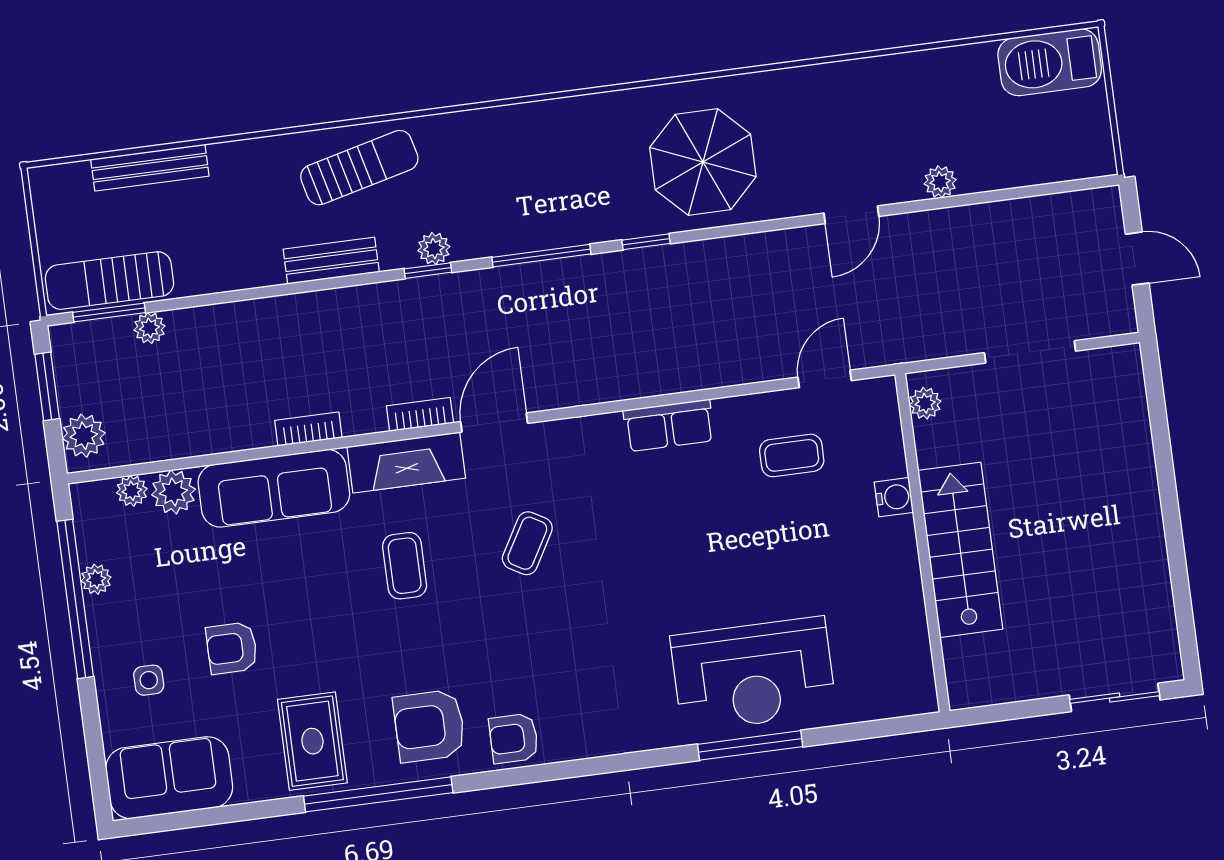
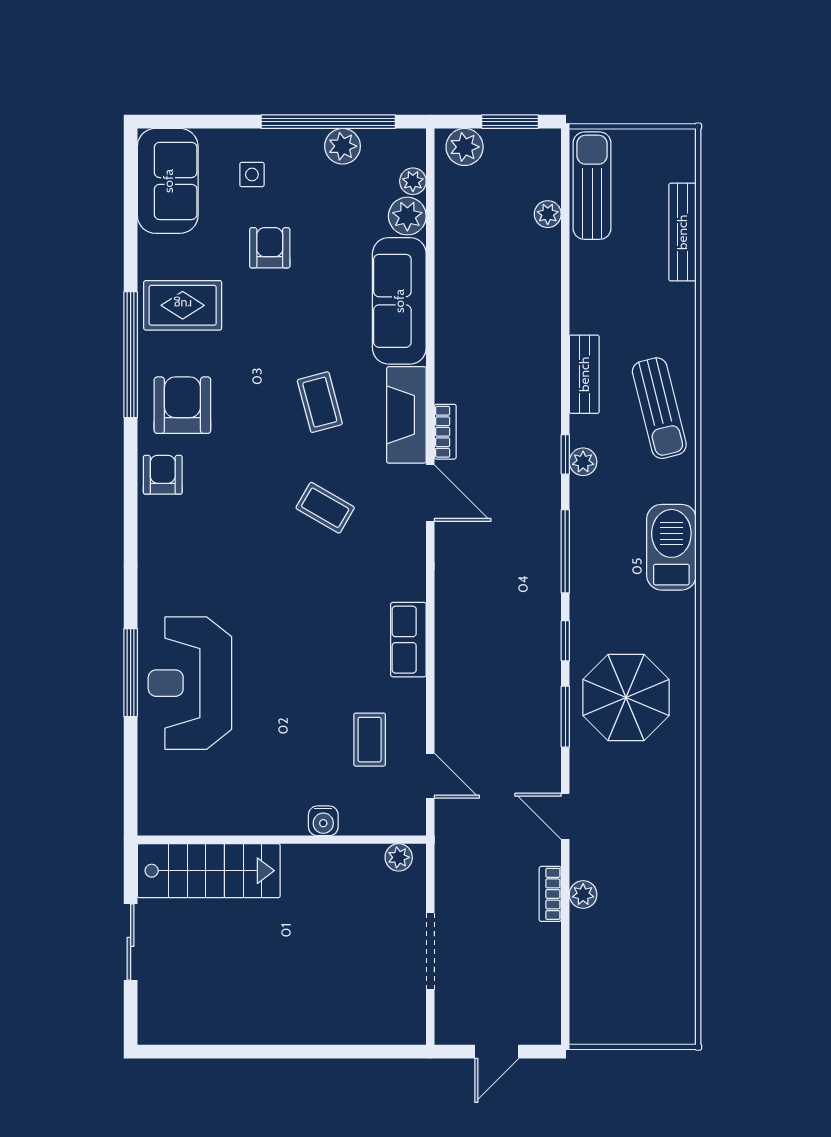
barbecue: (1050, 62) -> (671, 547), moved
window: (109, 313) -> (565, 717), moved
bookcase: (308, 429) -> (550, 894), moved, turned 180
stairs: (960, 550) -> (209, 871), moved
coffee table: (405, 566) -> (320, 402), turned 75
plant: (96, 579) -> (343, 146), width x1.38, depth x1.38
sliding door: (1115, 697) -> (131, 942), moved

